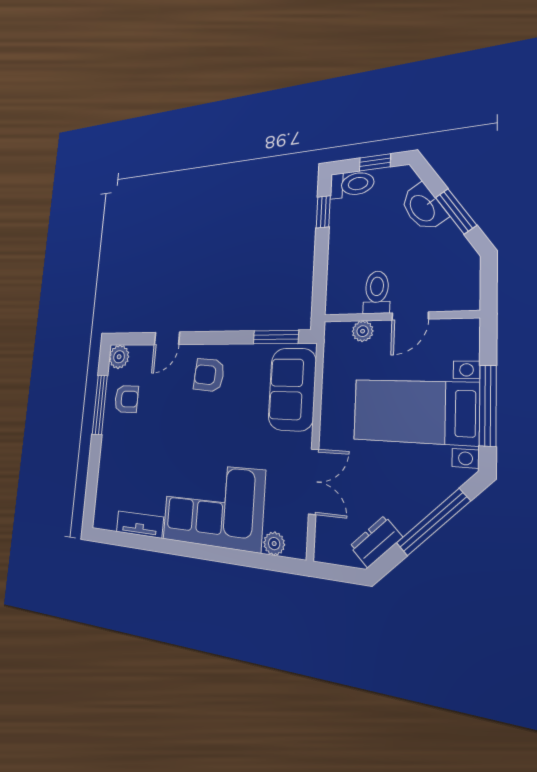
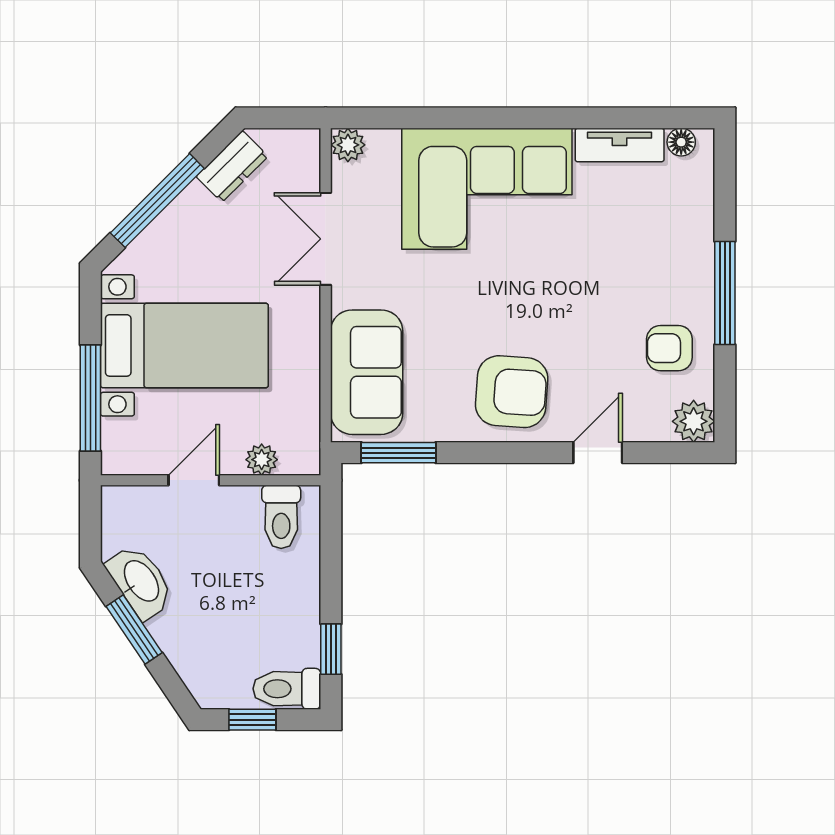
washbasin: (423, 208) -> (140, 582), moved
toilet: (377, 292) -> (281, 517), moved
armchair: (209, 375) -> (512, 392), width x1.38, depth x1.38
window: (100, 405) -> (725, 293), moved
window: (488, 406) -> (90, 398), moved
floor lamp: (109, 522) -> (681, 142), added
plant: (274, 544) -> (348, 145), moved

